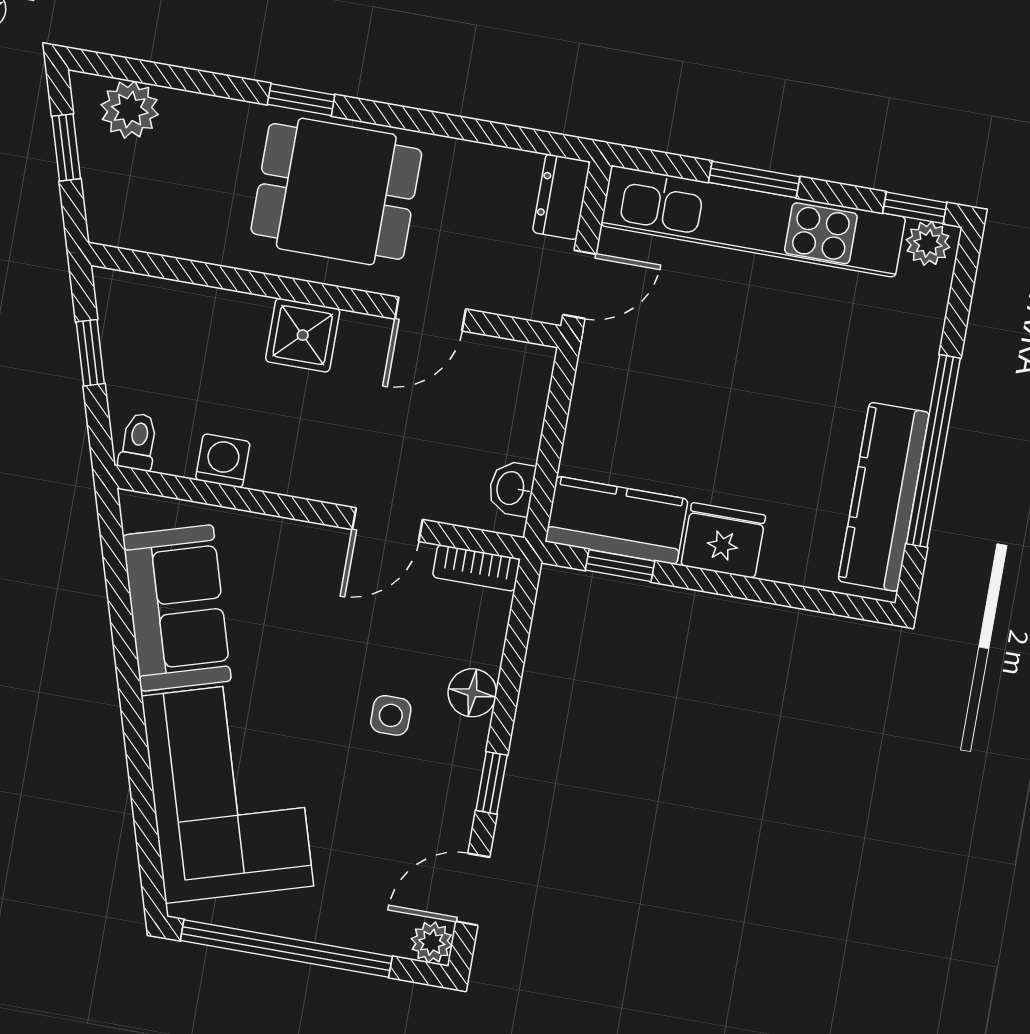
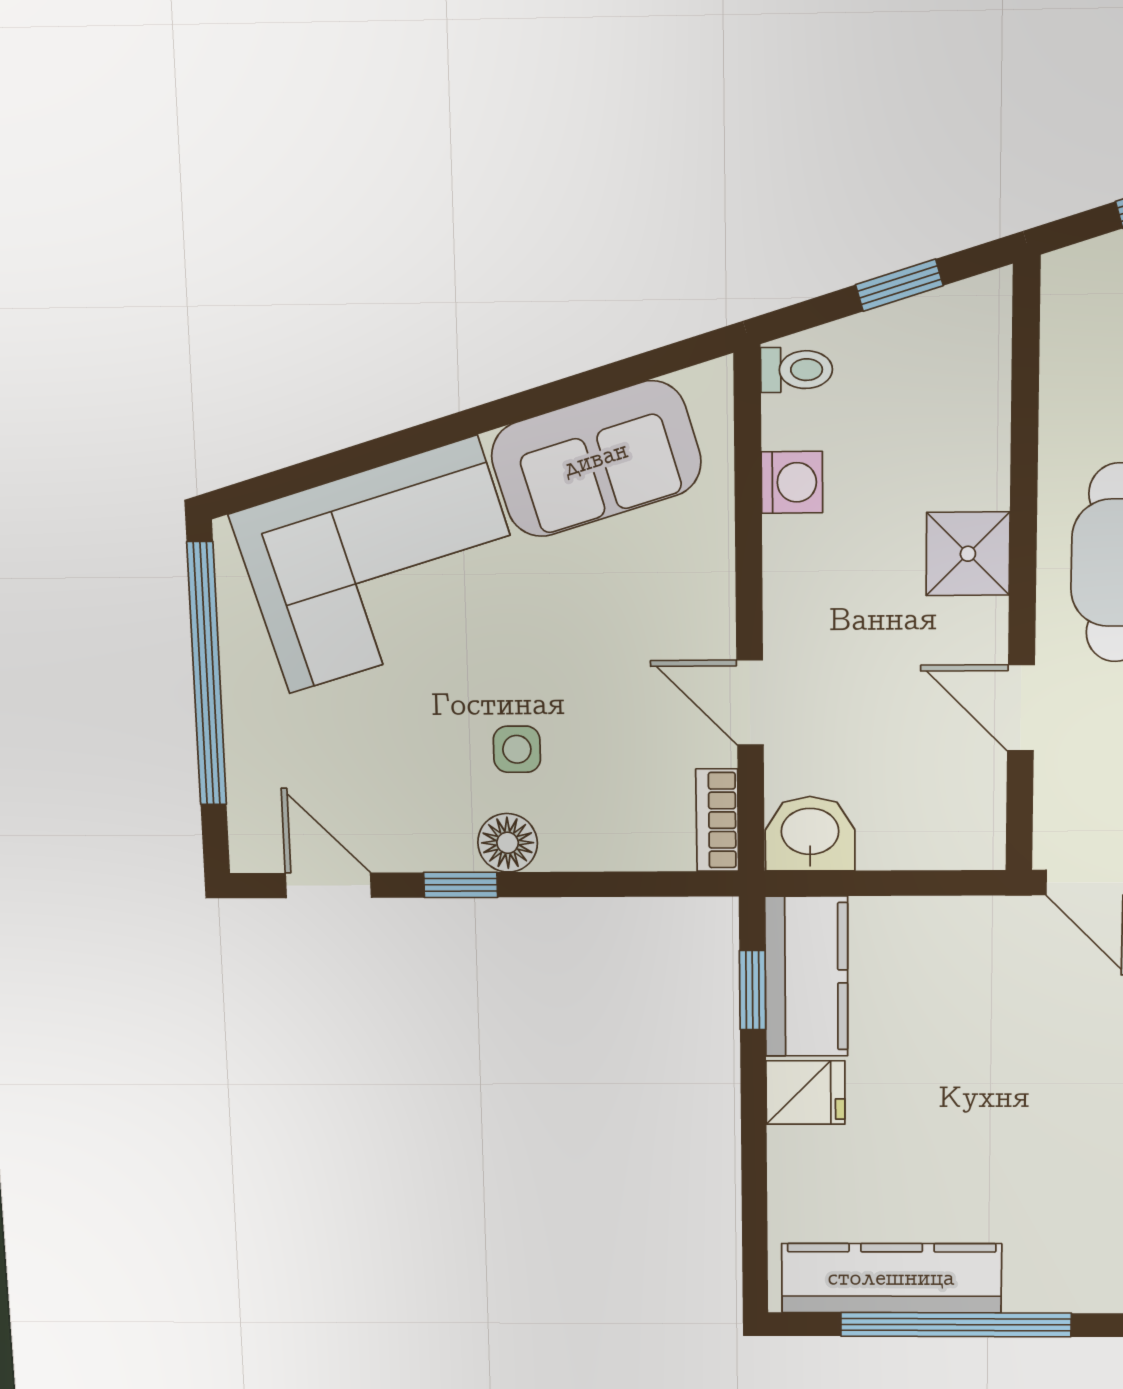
washbasin: (512, 488) -> (810, 834), width x1.38, depth x1.45
fridge: (723, 540) -> (806, 1093), width x0.72
floor lamp: (472, 693) -> (508, 843), moved
plant: (432, 942) -> (254, 848), removed

